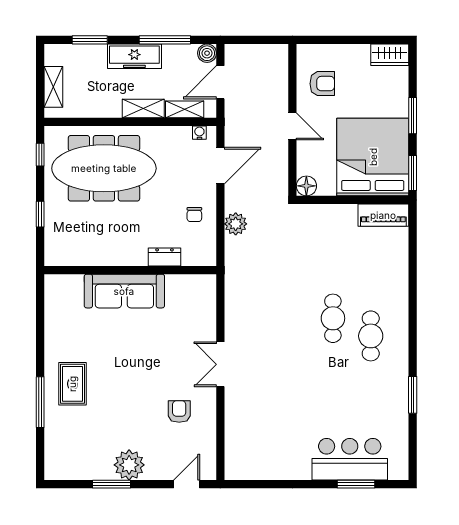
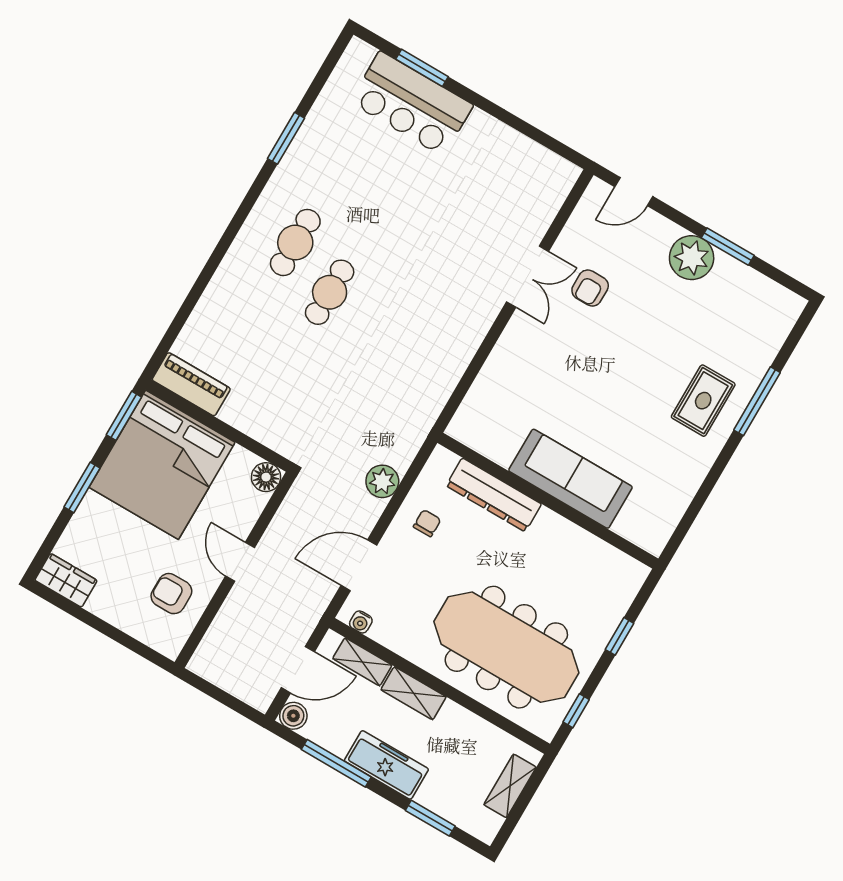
dresser: (164, 257) -> (494, 495), width x1.96, depth x1.24
double door: (220, 364) -> (528, 277), moved

